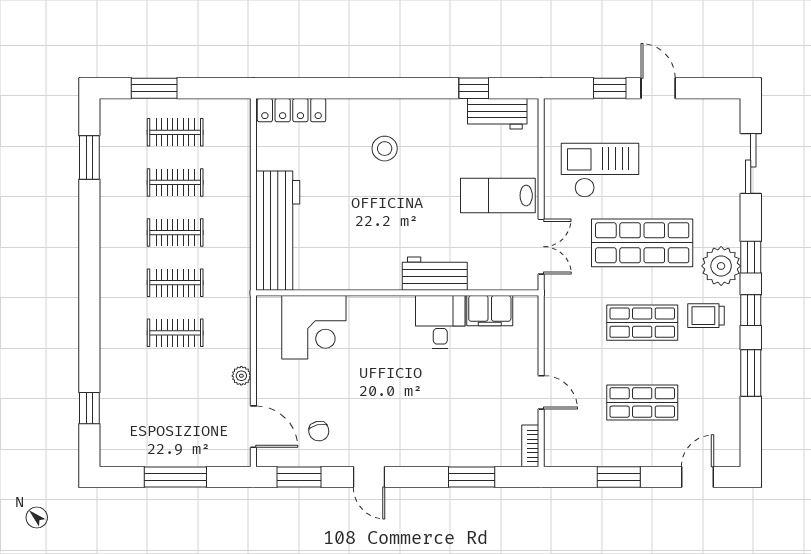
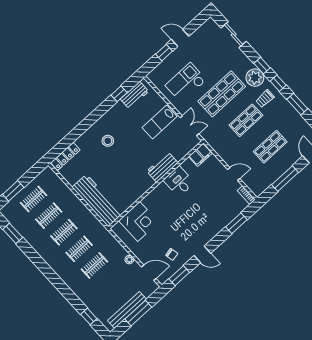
filing cabinet: (490, 311) -> (200, 155), moved
bench: (162, 455) -> (127, 310), added
window: (619, 477) -> (285, 179), width x1.44

